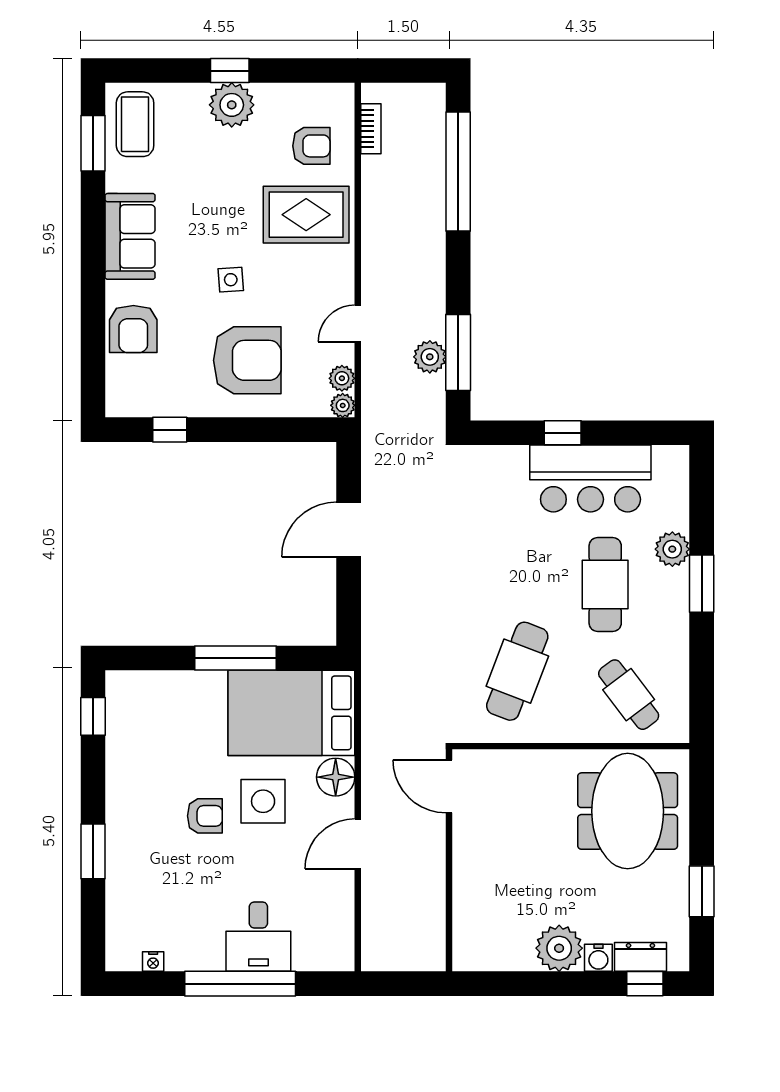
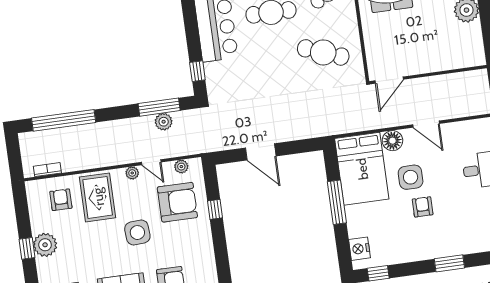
side table: (231, 280) -> (137, 233), width x1.87, depth x1.87
armchair: (247, 360) -> (177, 202), moved, turned 90
plant: (343, 405) -> (132, 173), moved
window: (170, 430) -> (215, 209), moved
window: (563, 433) -> (197, 71), moved
nightstand: (143, 688) -> (359, 249), added

